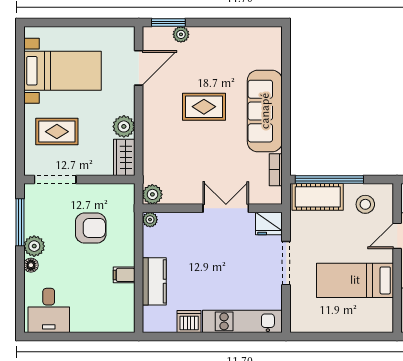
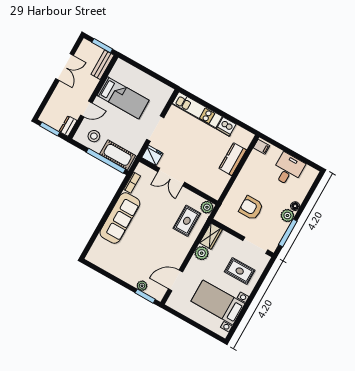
rug: (204, 107) -> (187, 221), moved, turned 90
plant: (150, 220) -> (216, 194), removed
filing cabinet: (124, 275) -> (262, 147), moved
desk: (49, 310) -> (288, 170), moved

